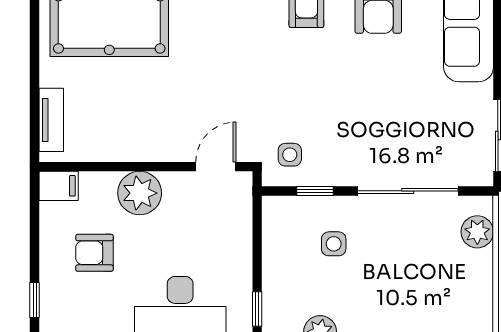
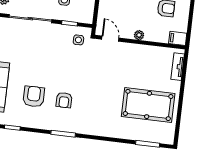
door: (216, 167) -> (110, 39), swing flipped
plant: (140, 193) -> (139, 35), width x0.53, depth x0.53

